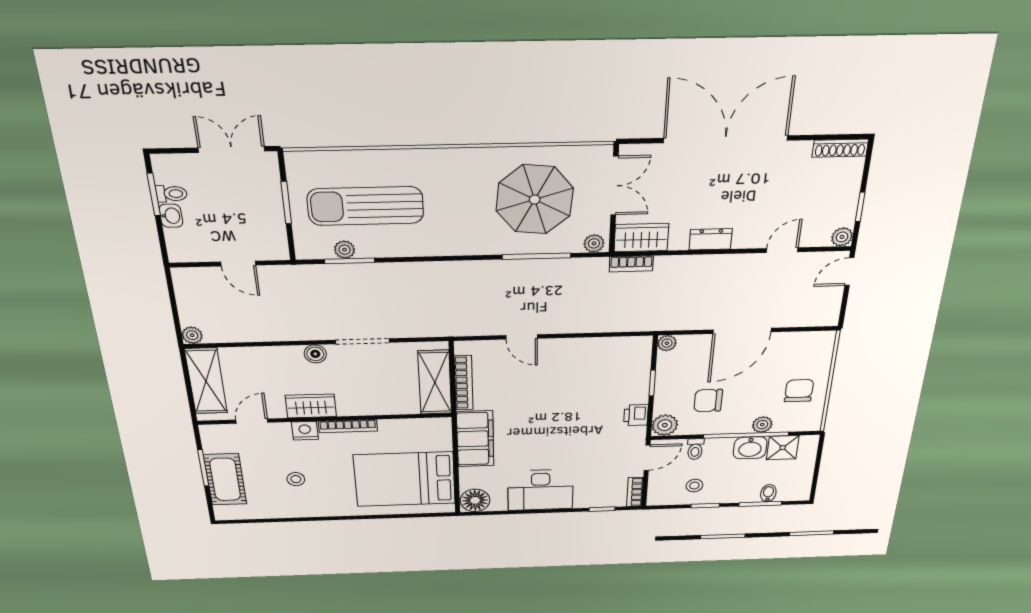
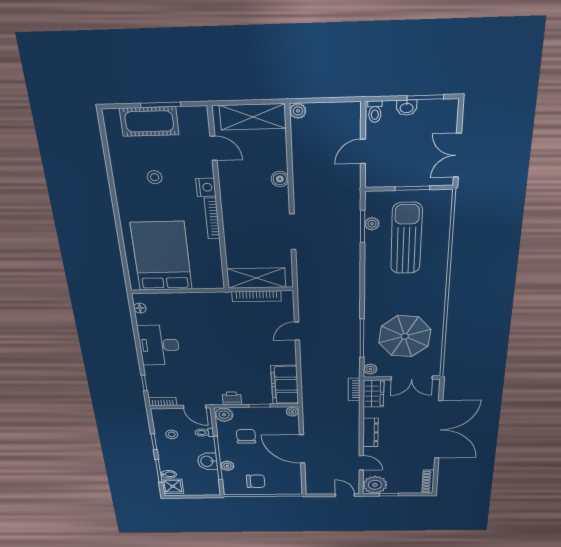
double door: (231, 149) -> (457, 155), swing flipped
toilet: (172, 194) -> (375, 112), moved
plant: (842, 237) -> (375, 485), width x1.88, depth x1.88
dresser: (711, 239) -> (370, 432), width x1.44
boiler: (315, 354) -> (280, 179), moved
wardrobe: (311, 406) -> (231, 193), removed
filing cabinet: (475, 439) -> (285, 385), moved, turned 90
shower: (783, 448) -> (173, 486), moved
floor lamp: (475, 500) -> (140, 308), width x0.53, depth x0.53

